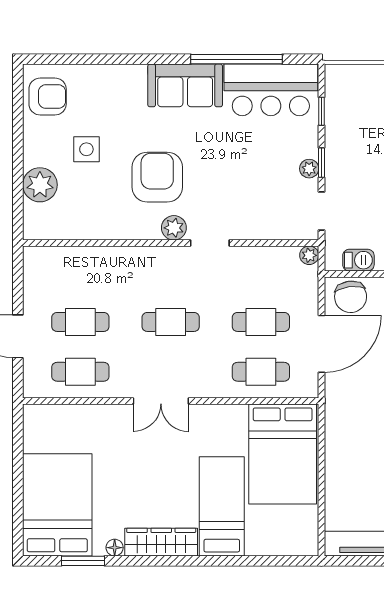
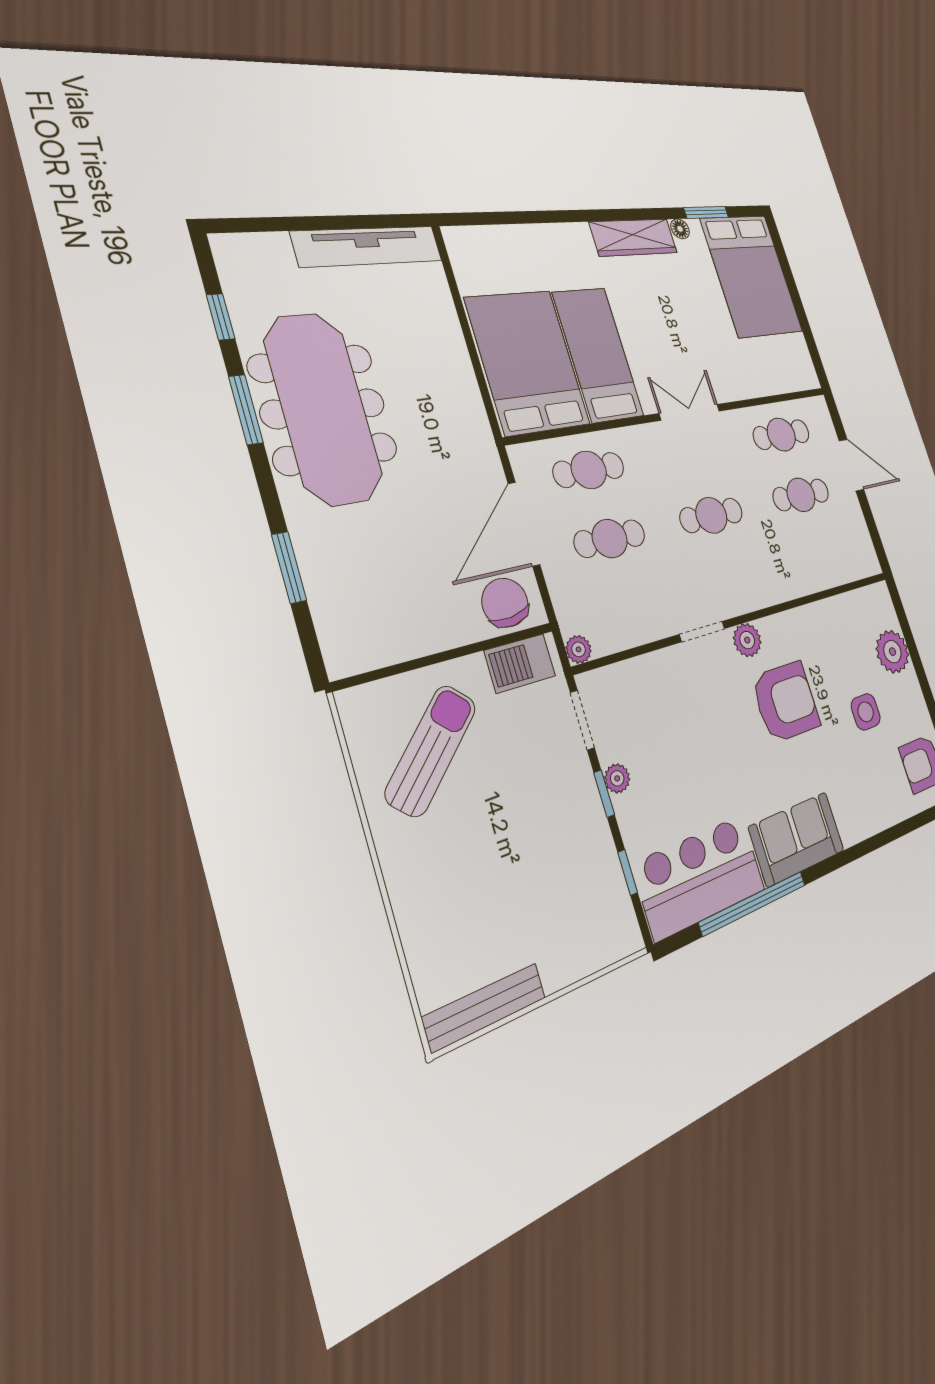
armchair: (157, 177) -> (786, 702), turned -90
barbecue: (358, 260) -> (520, 663), width x1.38, depth x1.27
bed: (222, 506) -> (598, 354), moved, turned 180

